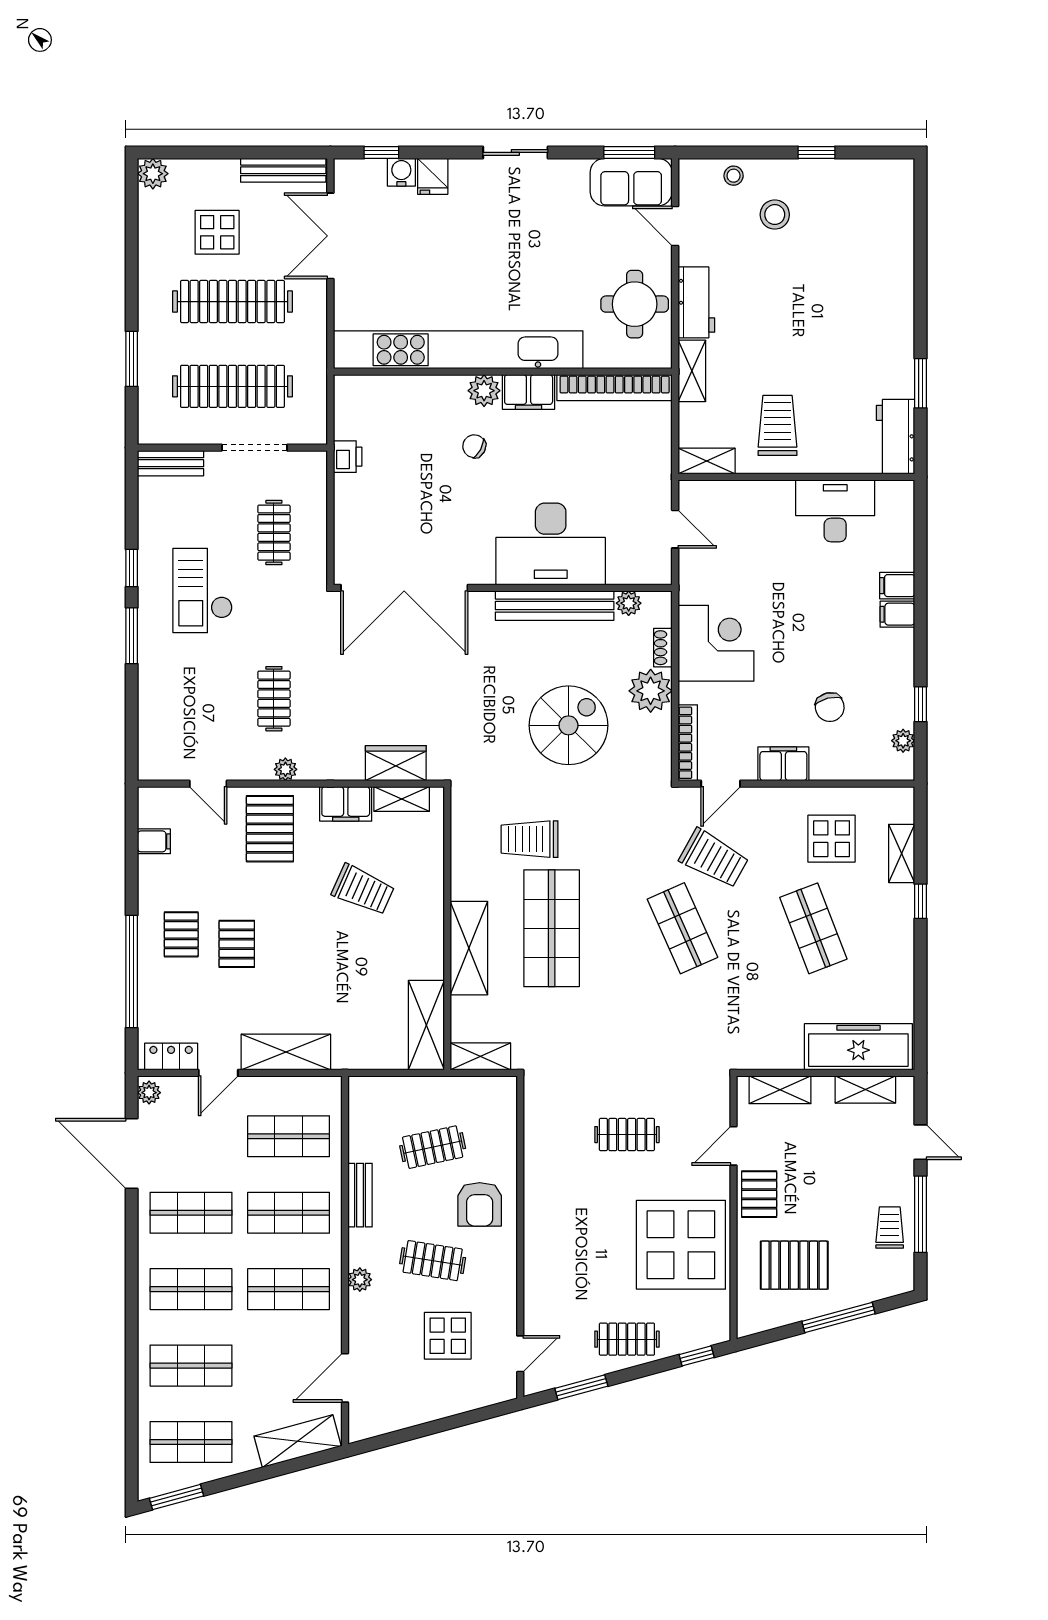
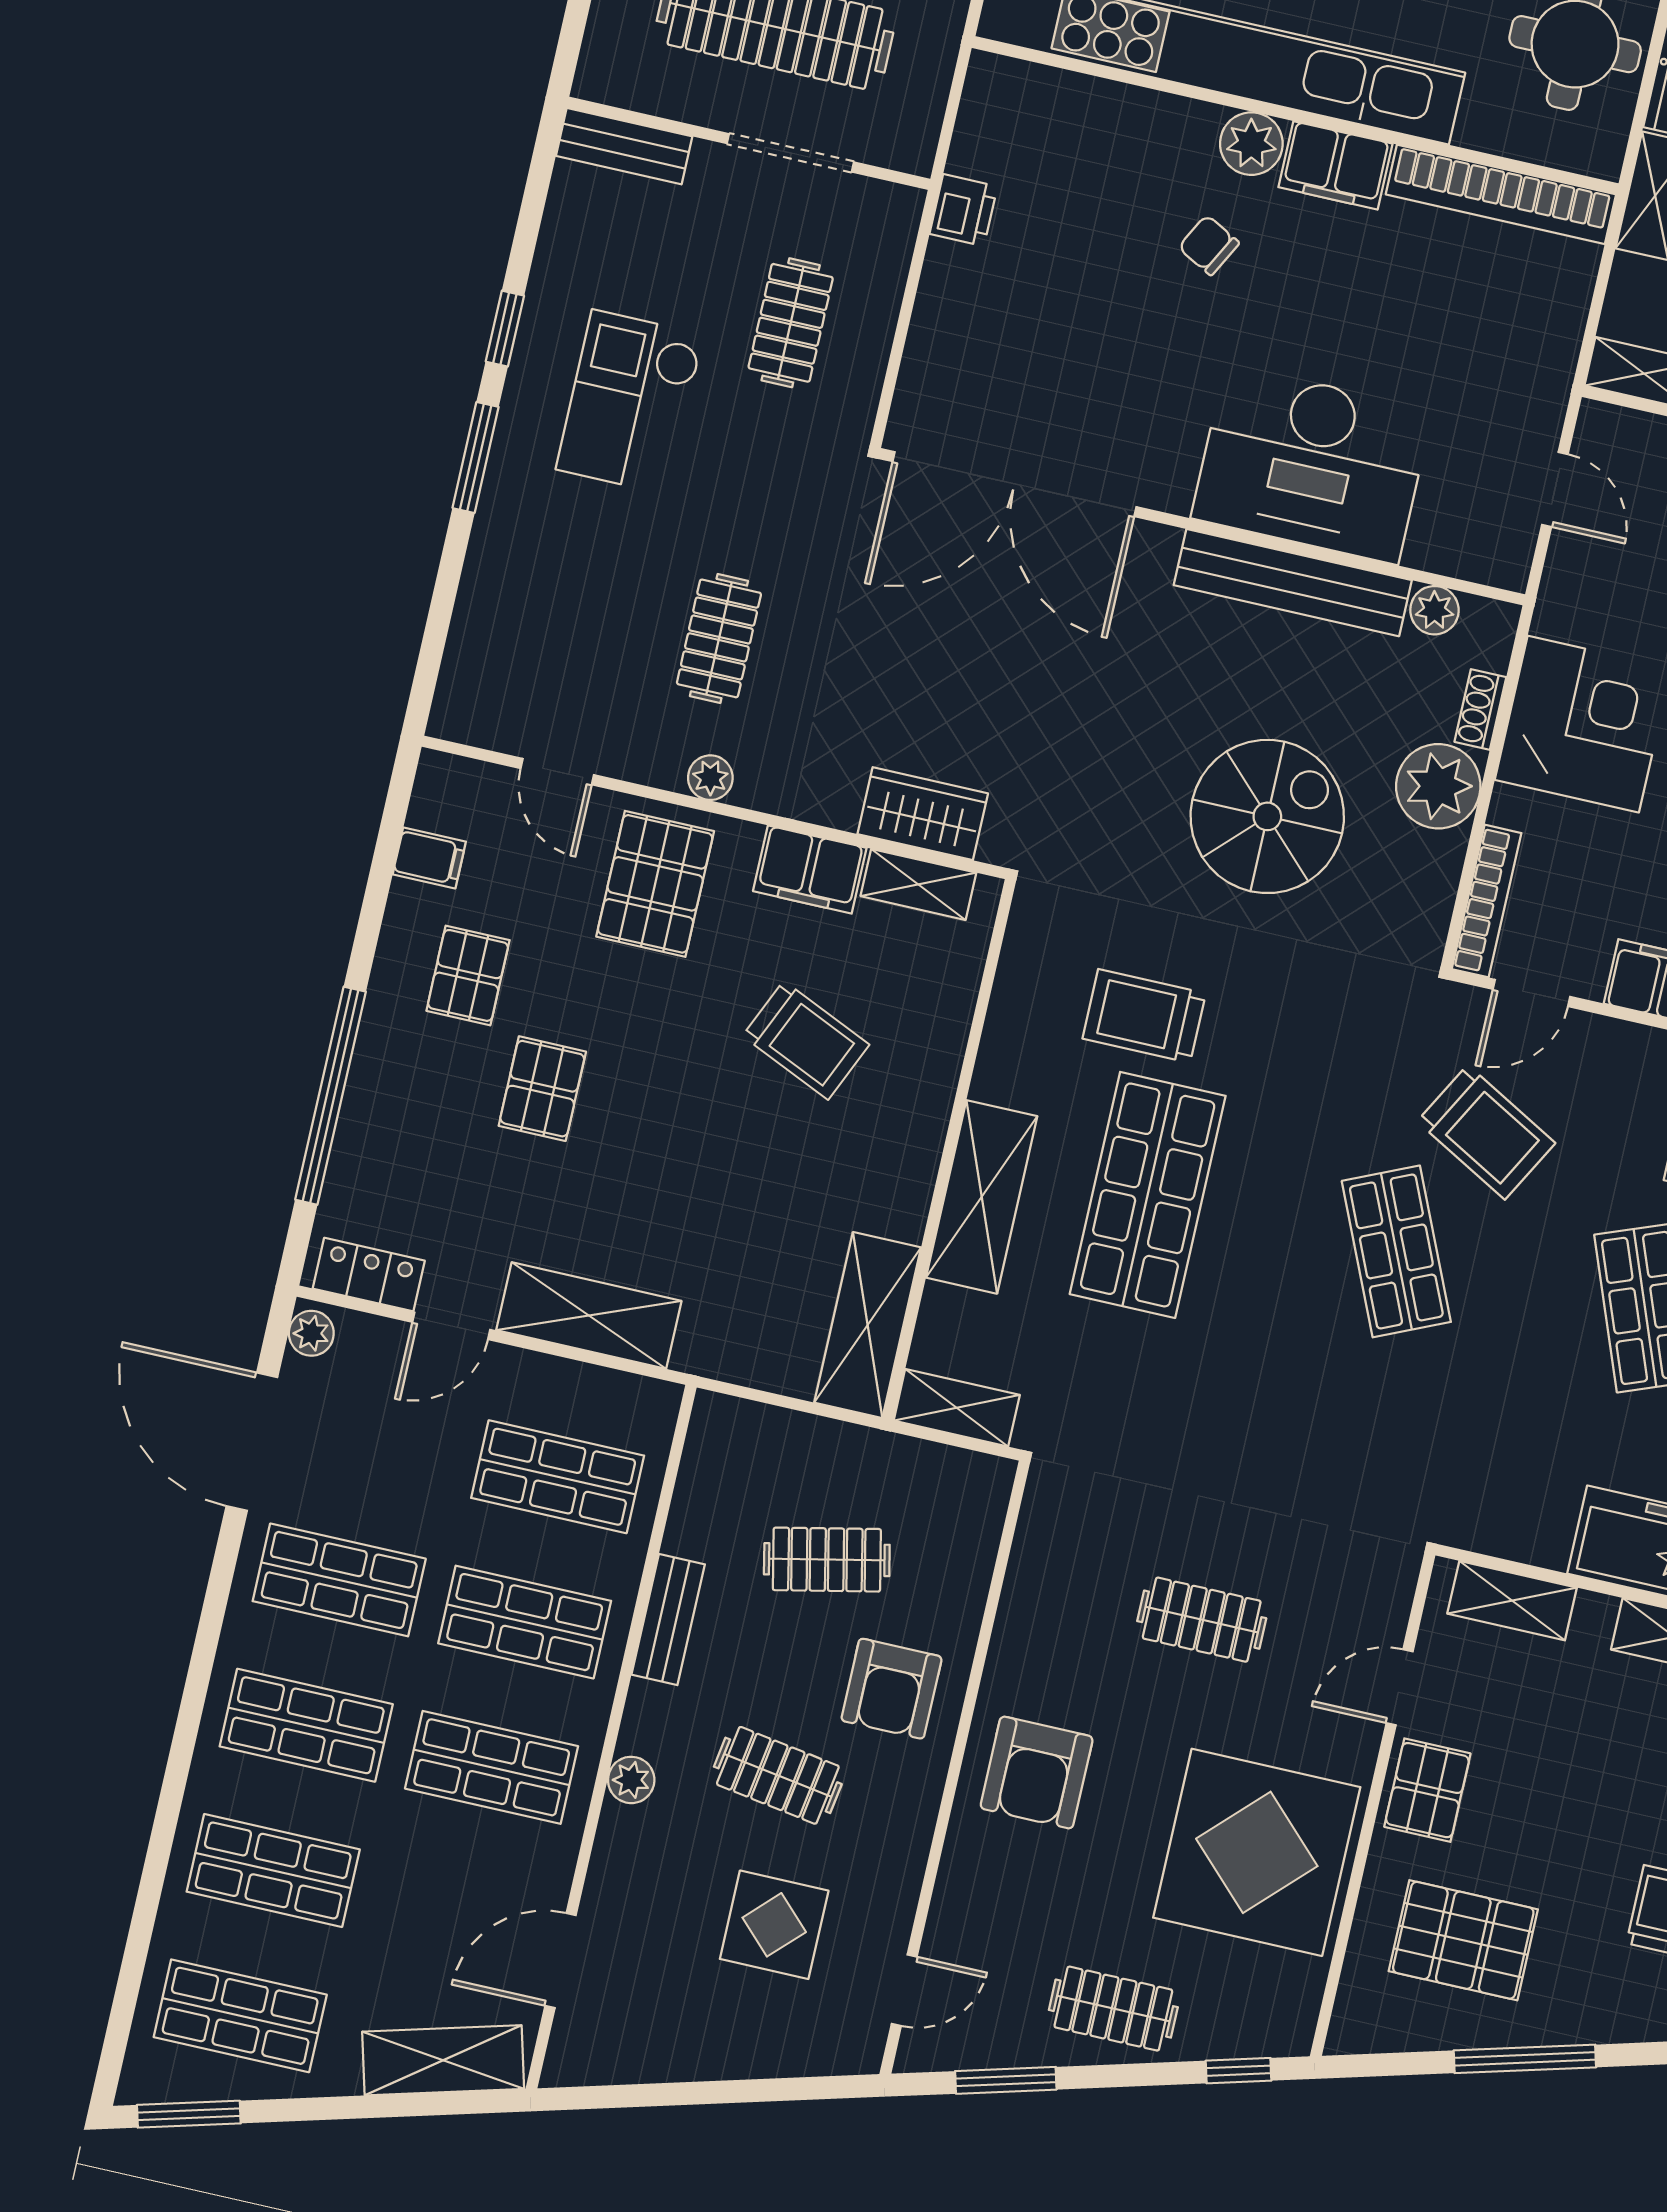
pallet: (181, 934) -> (468, 975), moved
armchair: (562, 1230) -> (1037, 1773), added

